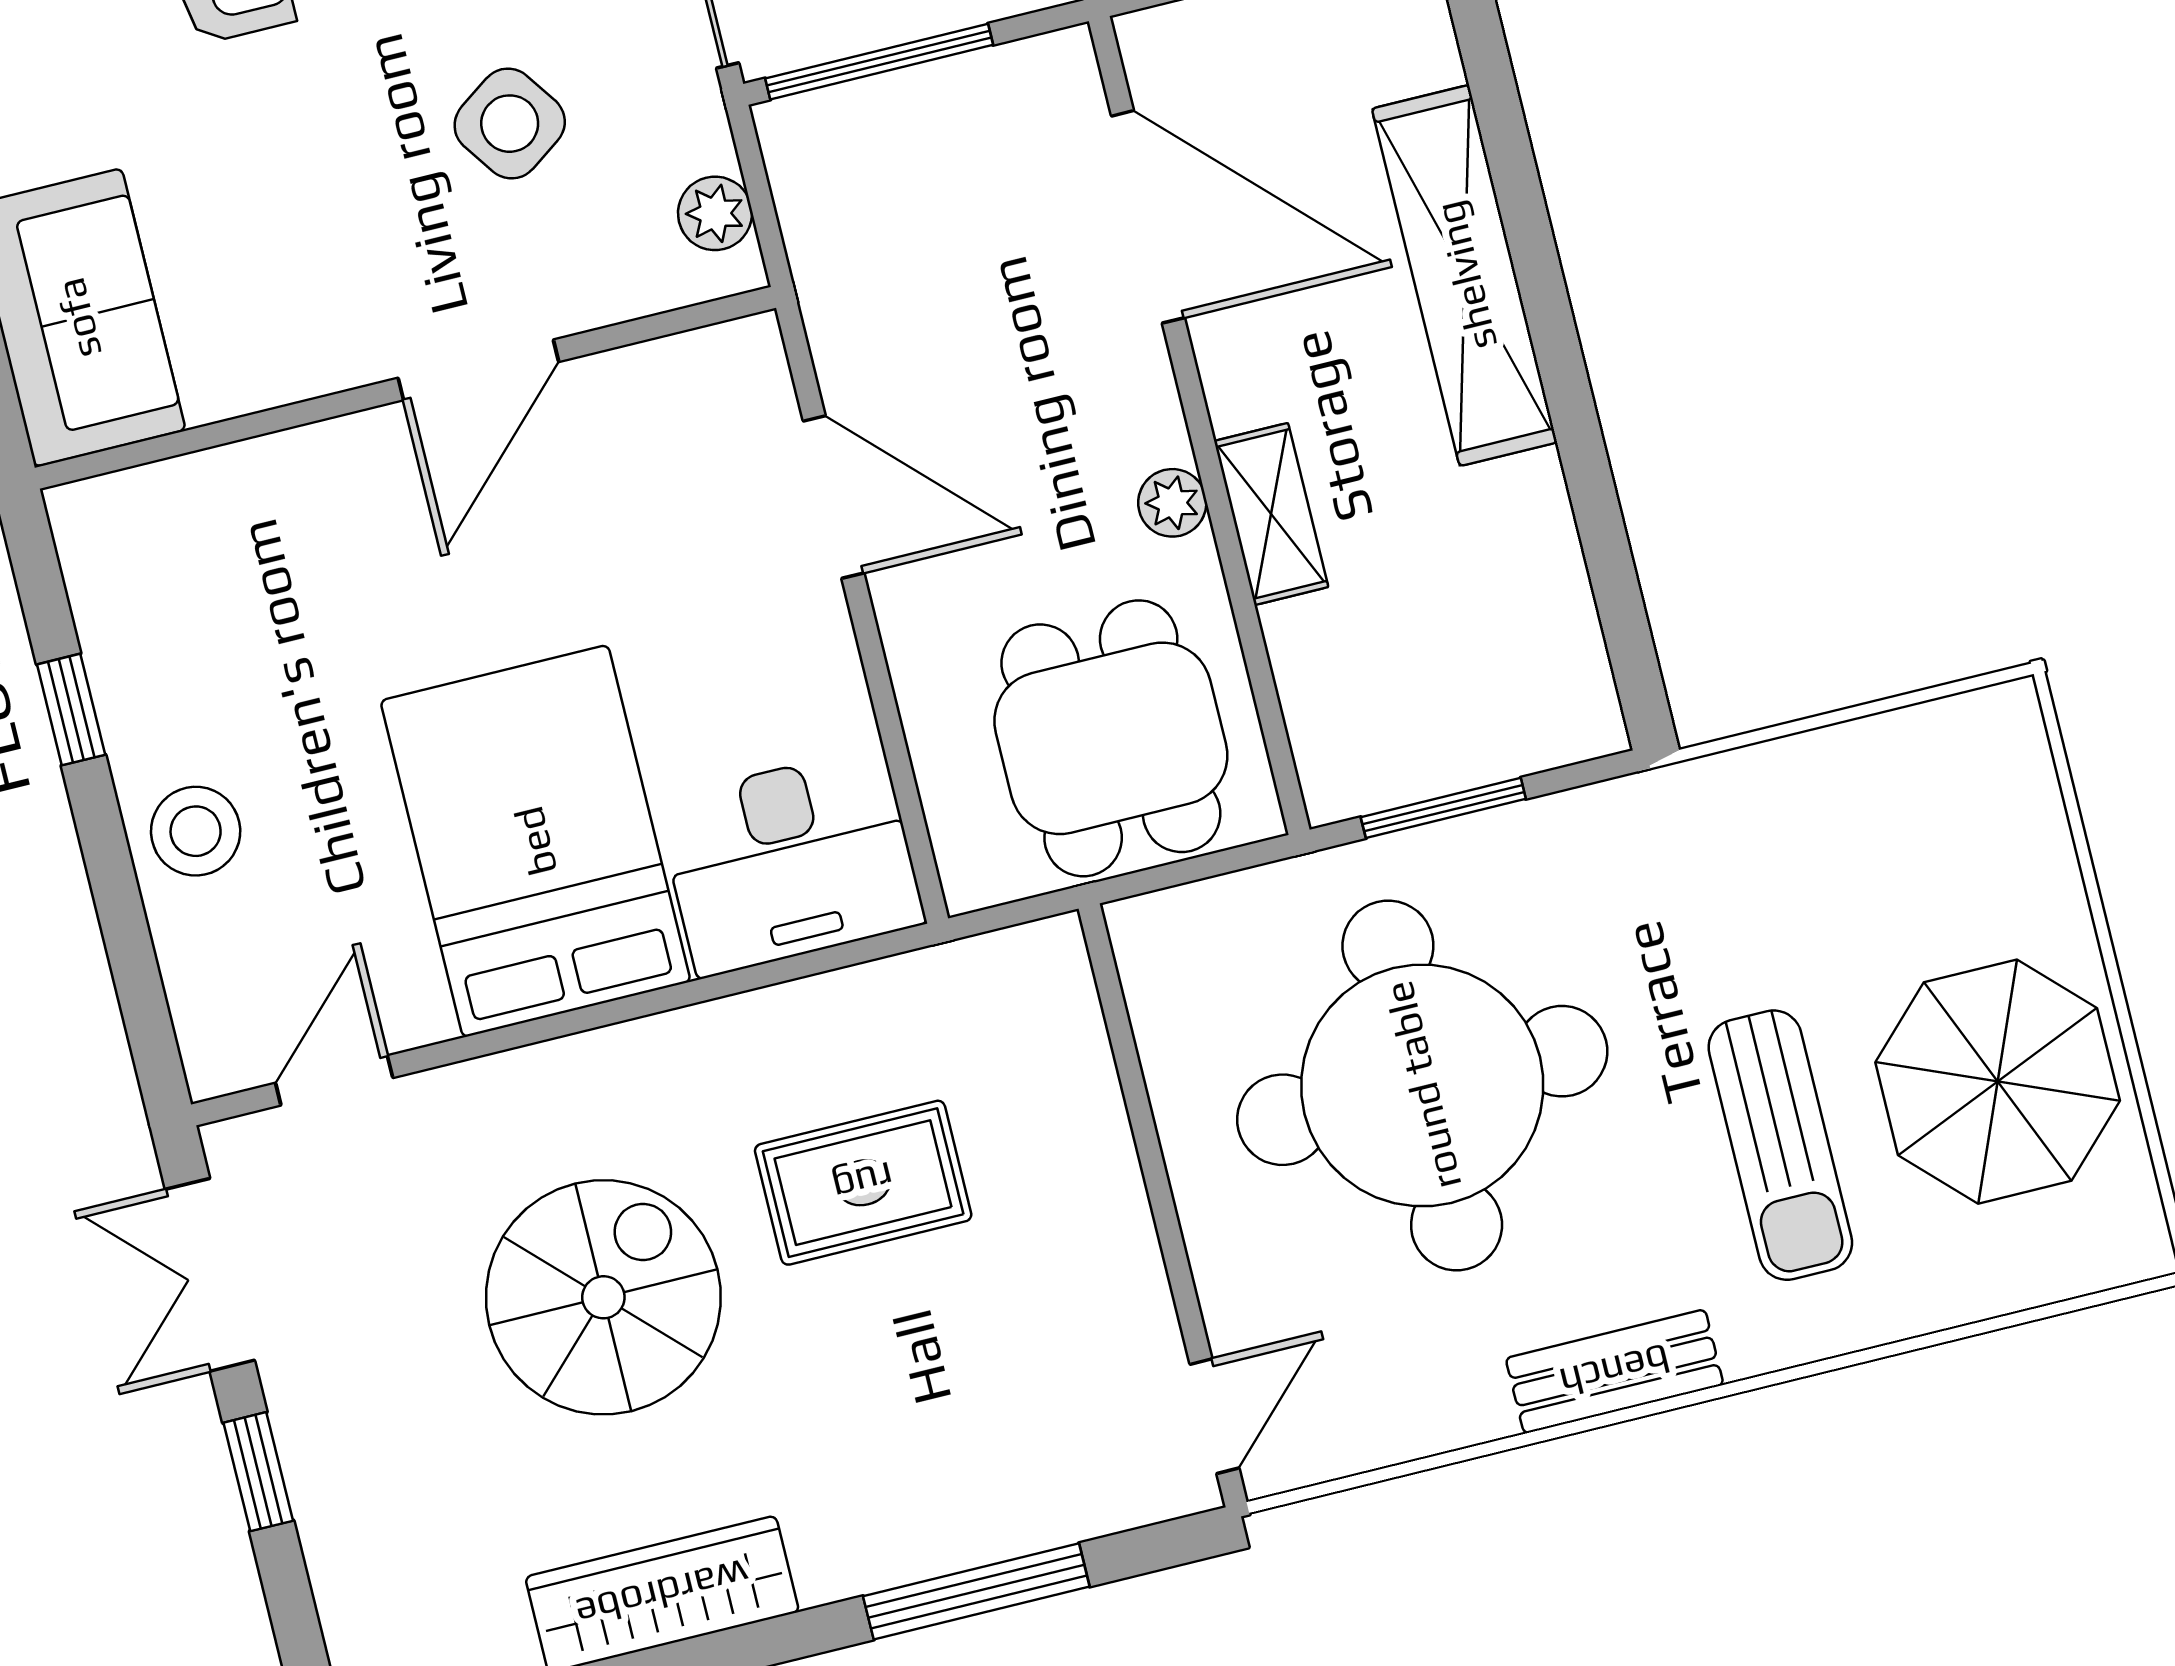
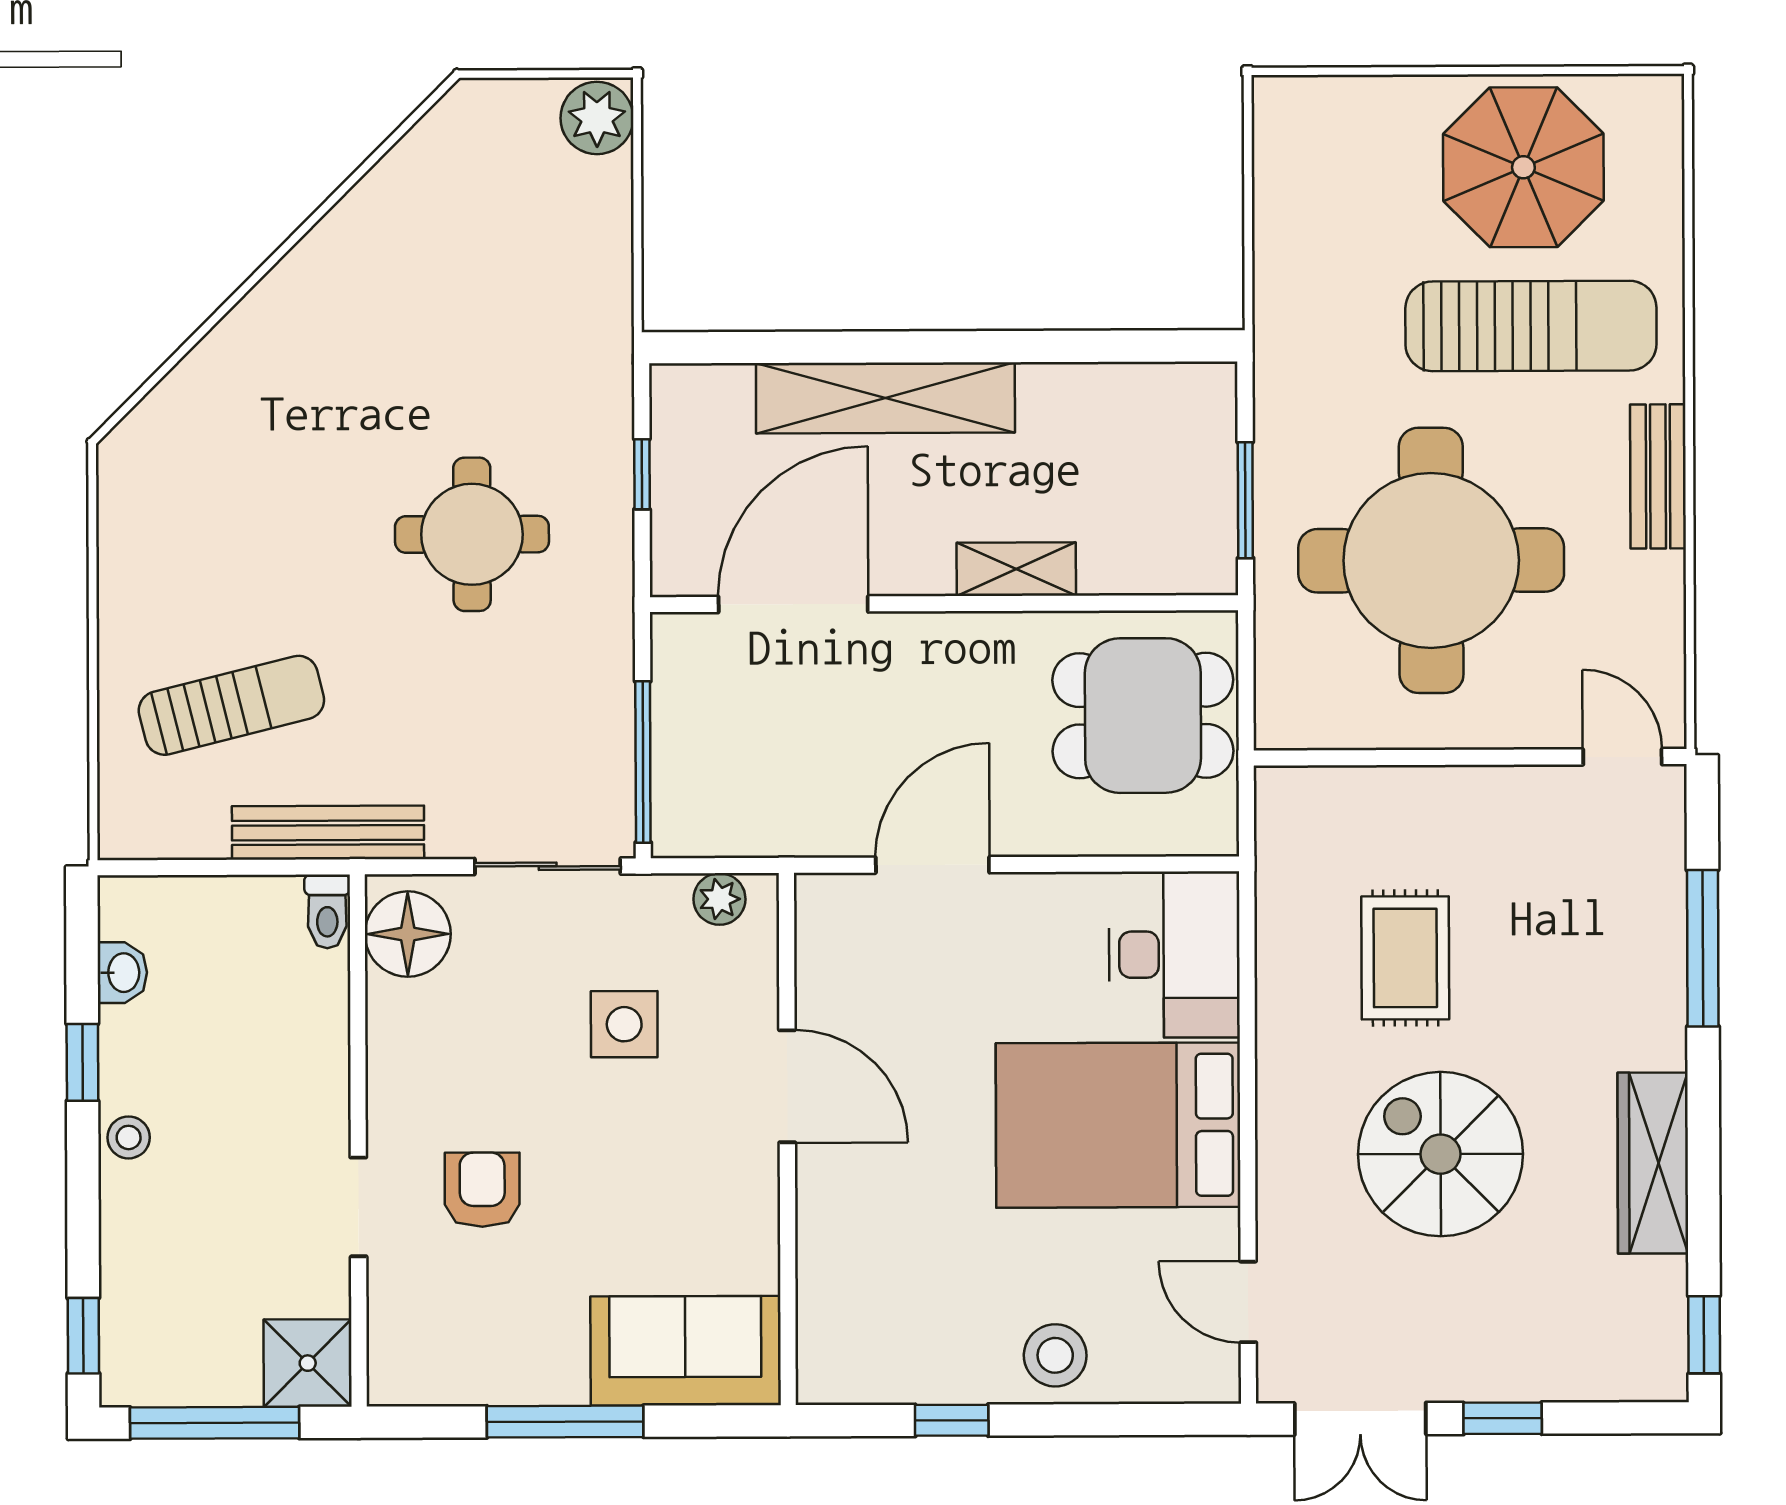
side table: (510, 124) -> (624, 1024), turned 35
plant: (1172, 503) -> (992, 635), removed
sun lounger: (1780, 1145) -> (1531, 326), width x1.36, depth x1.34

